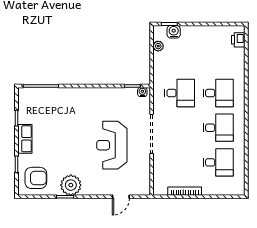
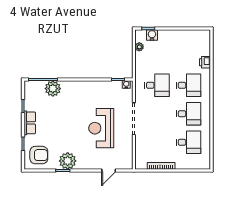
printer: (238, 40) -> (205, 62), moved
plant: (53, 97) -> (53, 89), added

